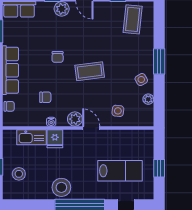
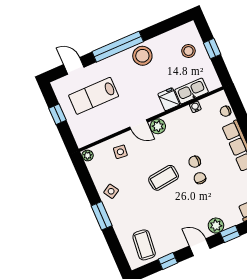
chair: (45, 97) -> (195, 162), moved
plant: (148, 99) -> (88, 155), moved
water cooler: (51, 122) -> (195, 107), moved

